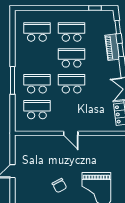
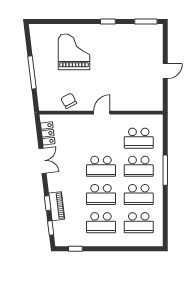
school desk: (37, 58) -> (139, 194), added
door: (71, 133) -> (102, 113), hinge flipped
chair: (59, 186) -> (69, 101), moved

